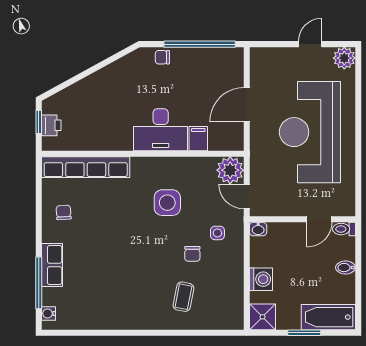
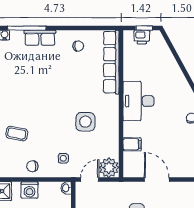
desk: (161, 130) -> (139, 101), moved
chair: (192, 254) -> (32, 166), moved

